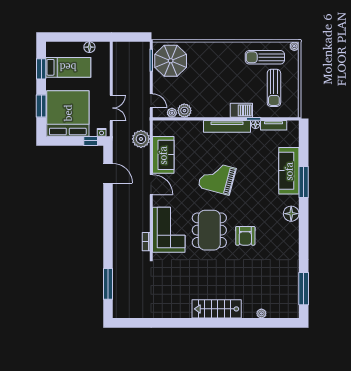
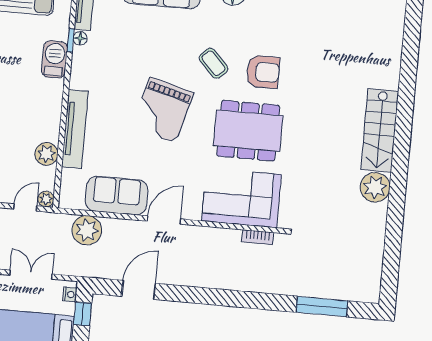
plant: (172, 113) -> (46, 199), moved
tv unit: (227, 126) -> (75, 129), moved
coffee table: (248, 206) -> (213, 63), added
plant: (261, 313) -> (375, 187), moved, width x1.87, depth x1.87

